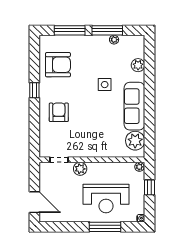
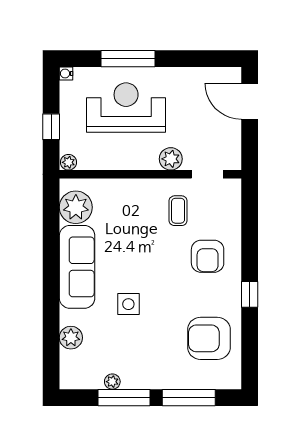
coffee table: (76, 139) -> (178, 211), added

